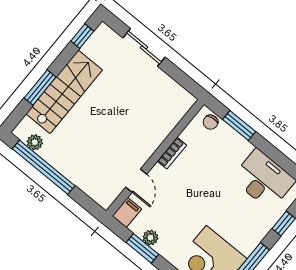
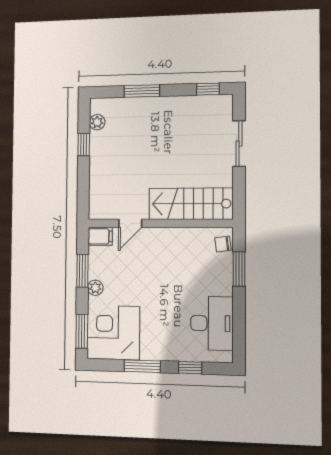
stairs: (64, 92) -> (191, 204), moved, turned 180
bookcase: (172, 153) -> (174, 234), removed
window: (44, 167) -> (84, 145), width x0.32
plant: (150, 238) -> (95, 288), moved

